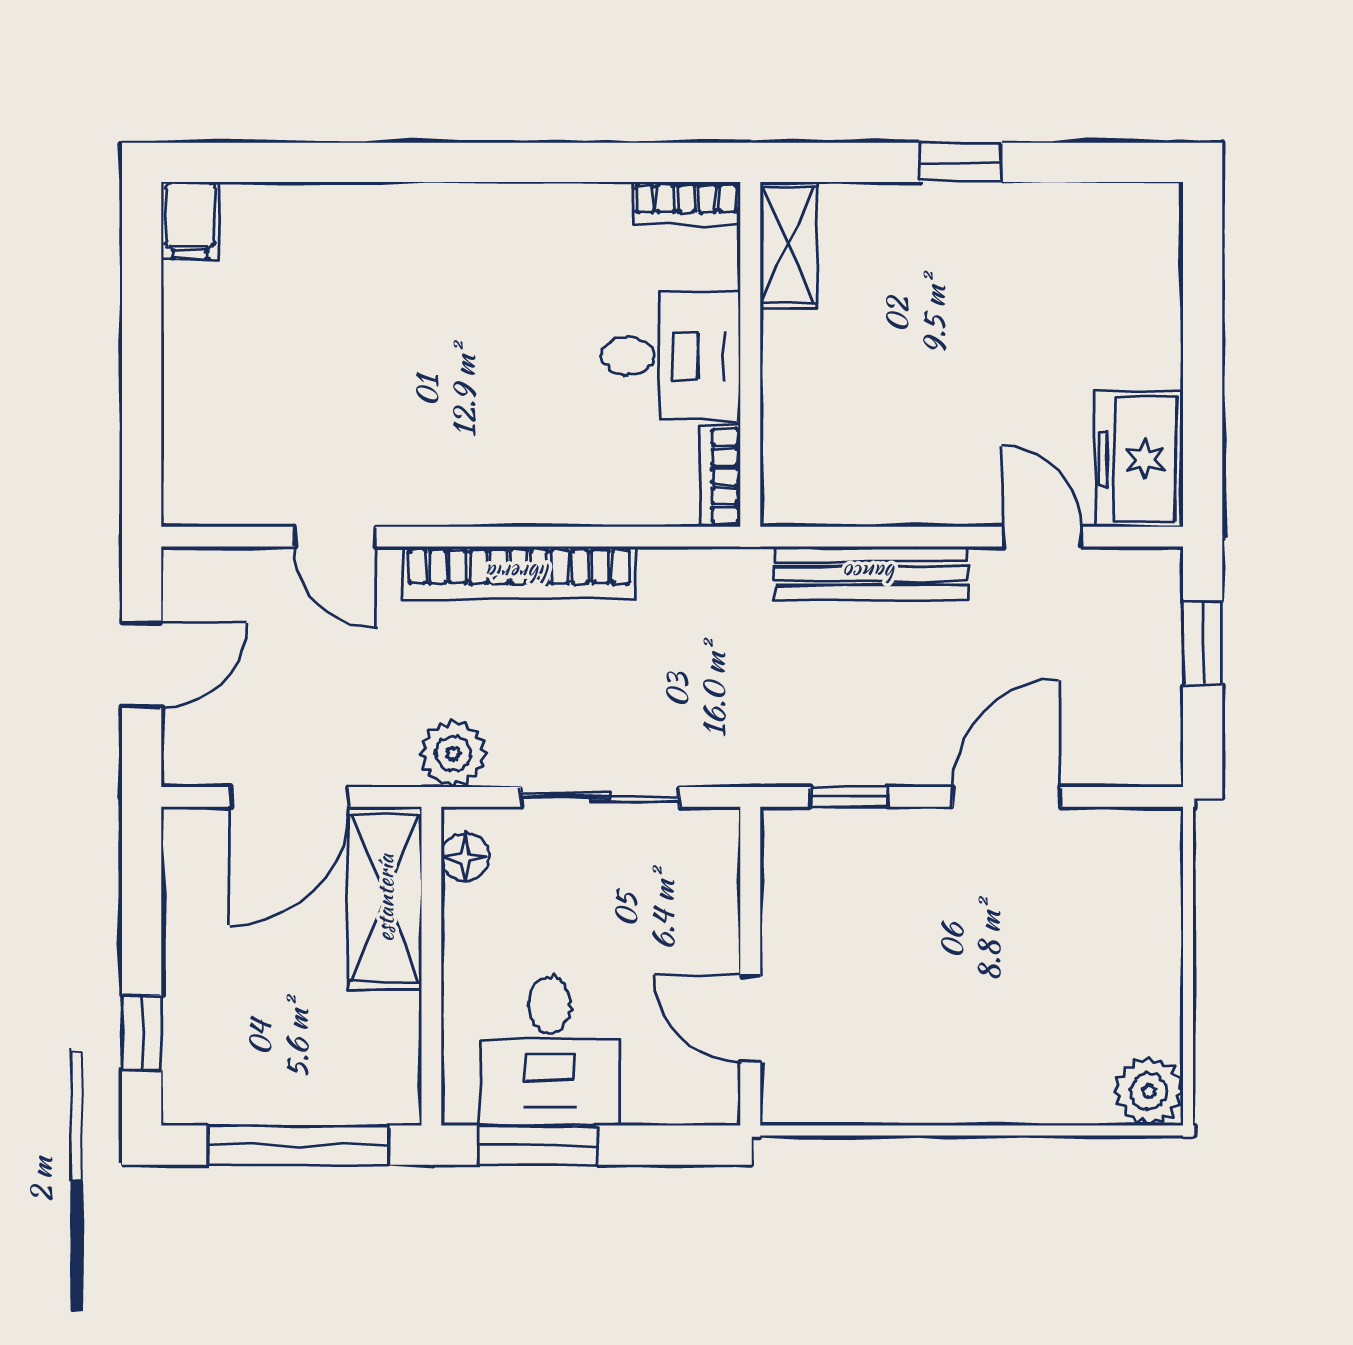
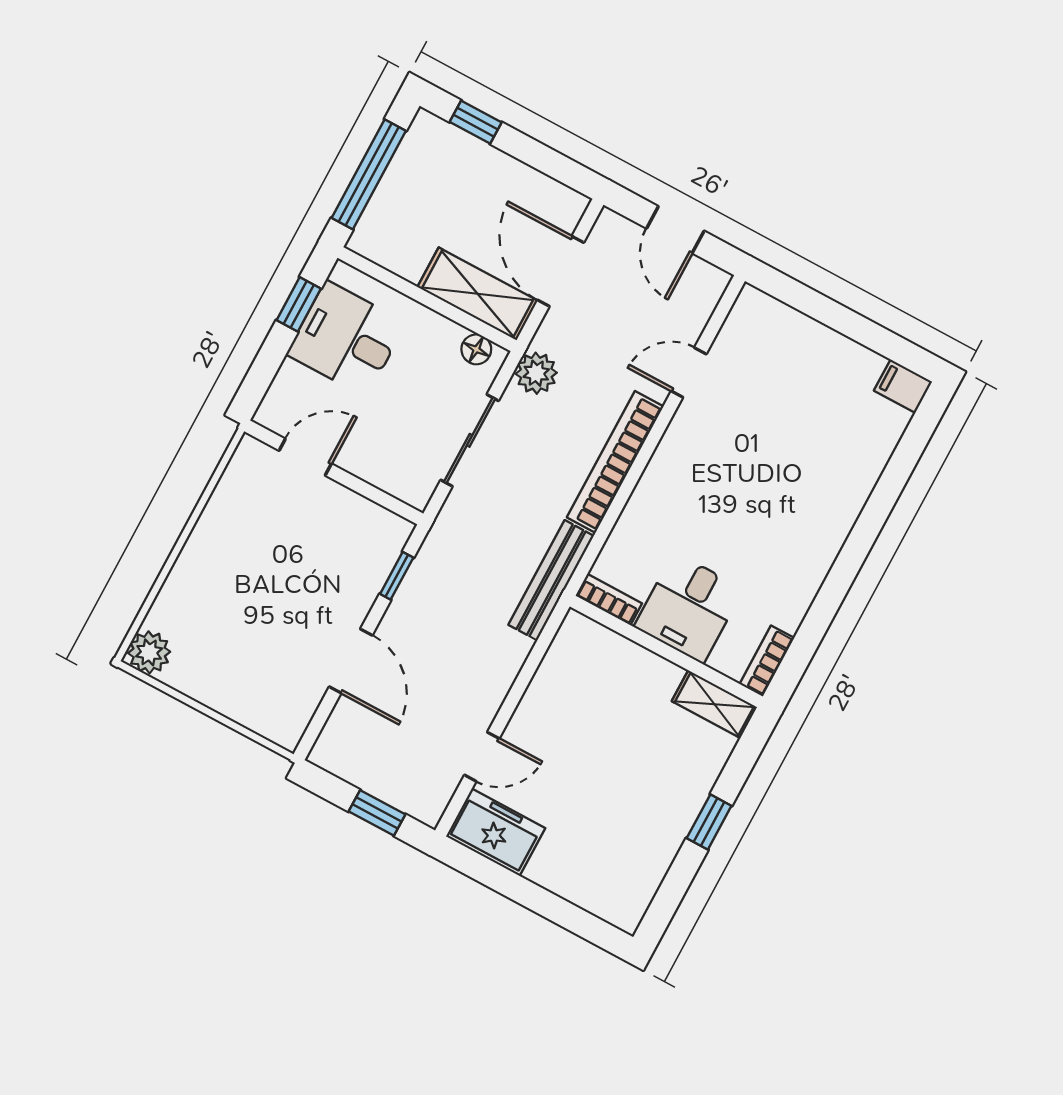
bench: (871, 573) -> (551, 580), moved
window: (537, 1145) -> (299, 304), width x0.67

